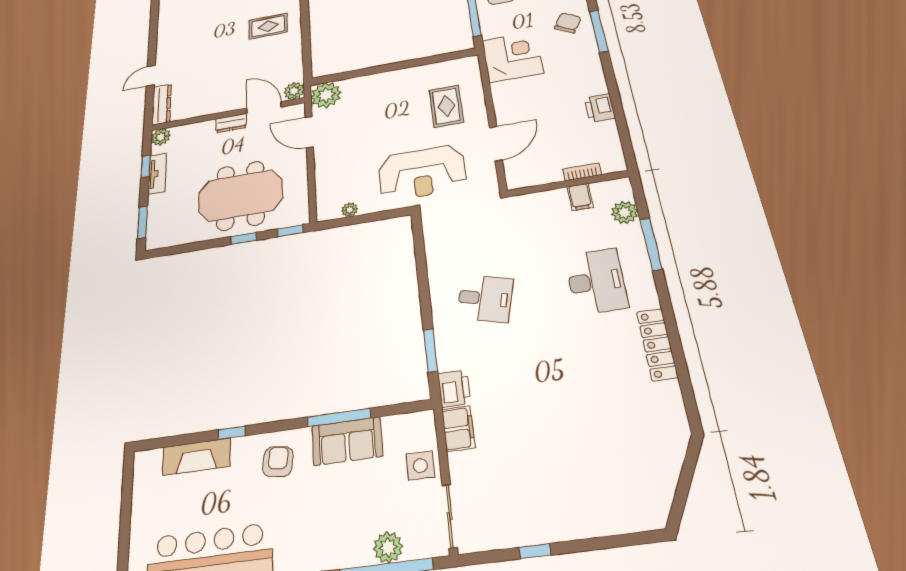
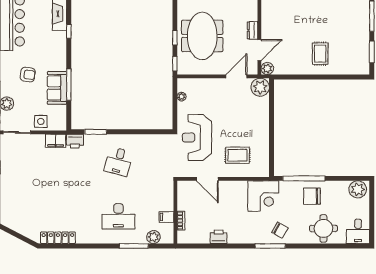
locker: (657, 344) -> (58, 238), moved
armchair: (278, 462) -> (28, 75), moved

